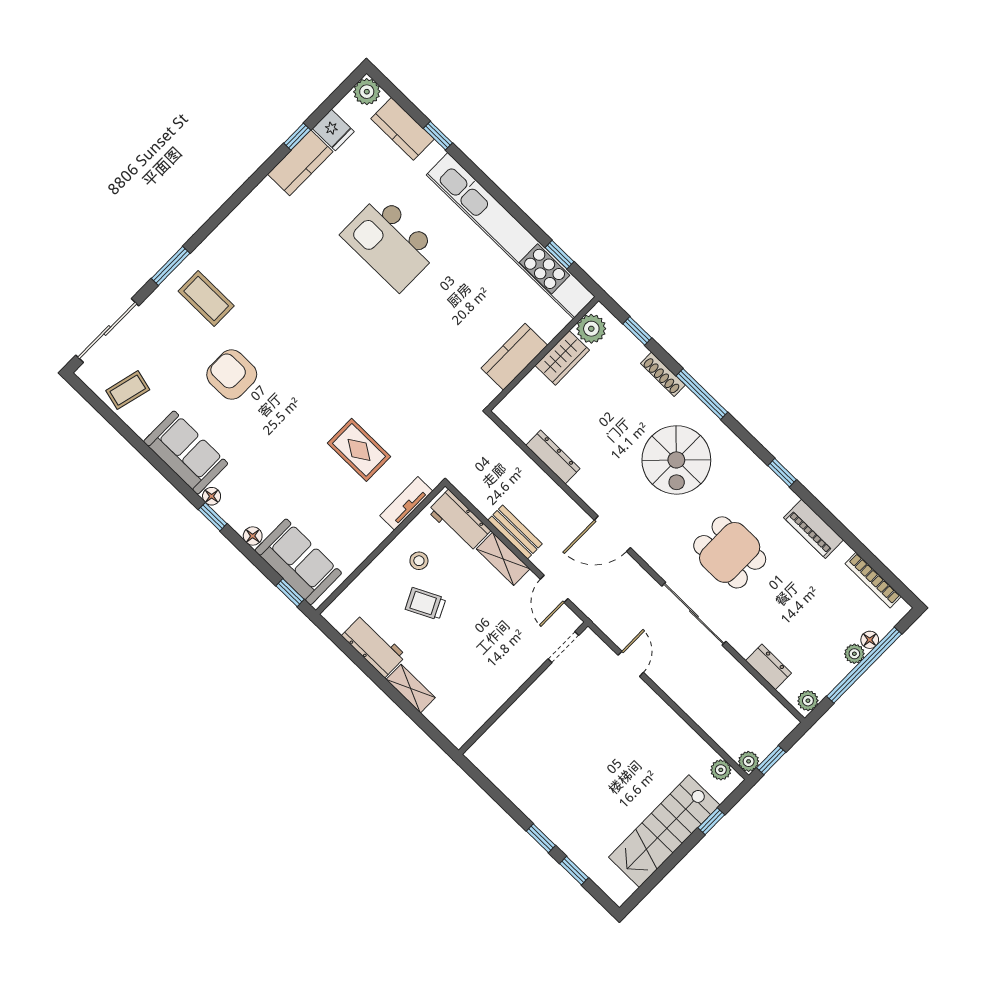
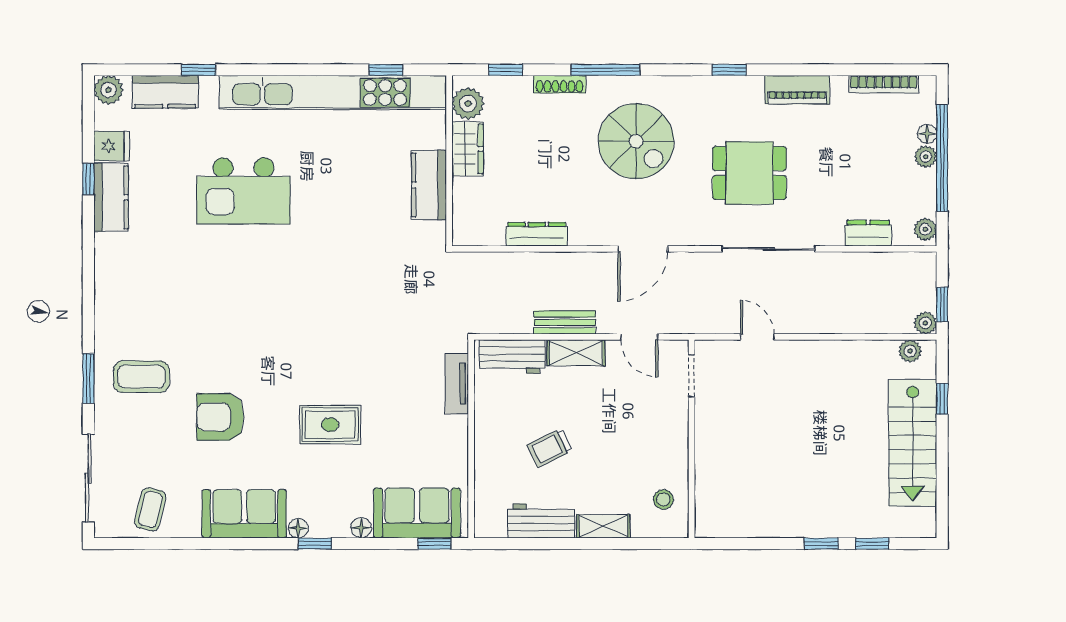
rug: (359, 450) -> (330, 425), moved
stool: (419, 561) -> (663, 499), moved

